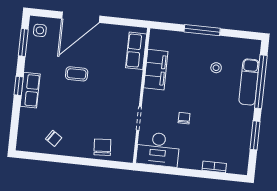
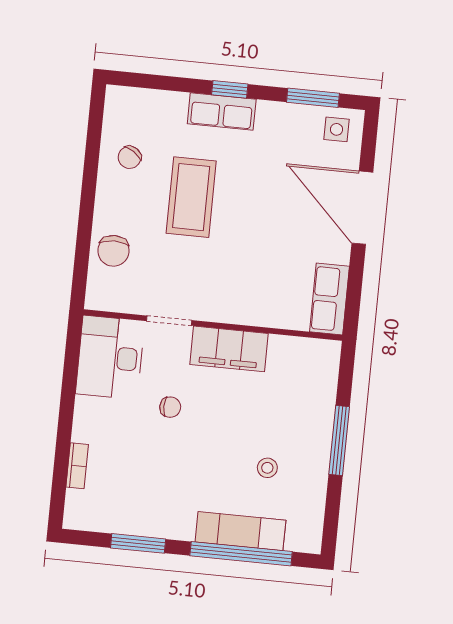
row of seats: (136, 51) -> (330, 299), moved, turned -90
filing cabinet: (156, 70) -> (229, 349), moved
coffee table: (77, 74) -> (191, 197), moved, width x1.86, depth x1.72
chair: (102, 147) -> (113, 251), turned 94

